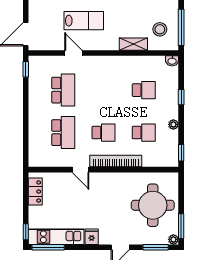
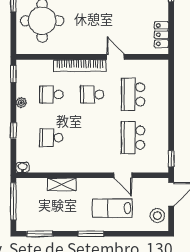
stool: (160, 29) -> (157, 215), moved

